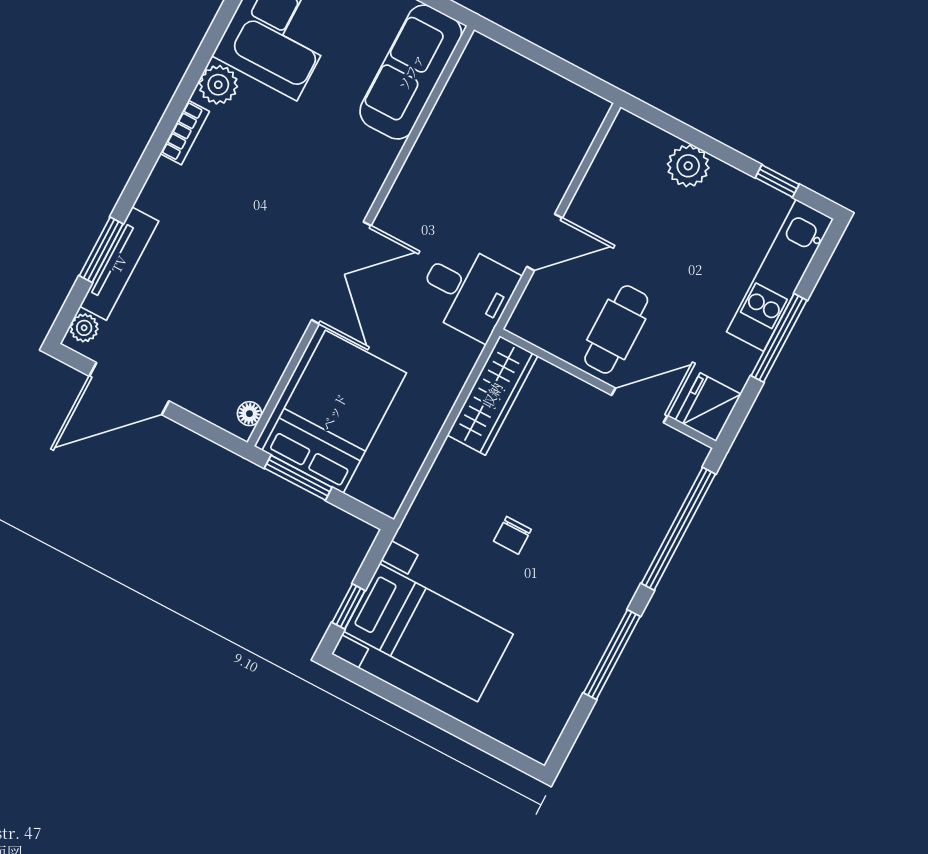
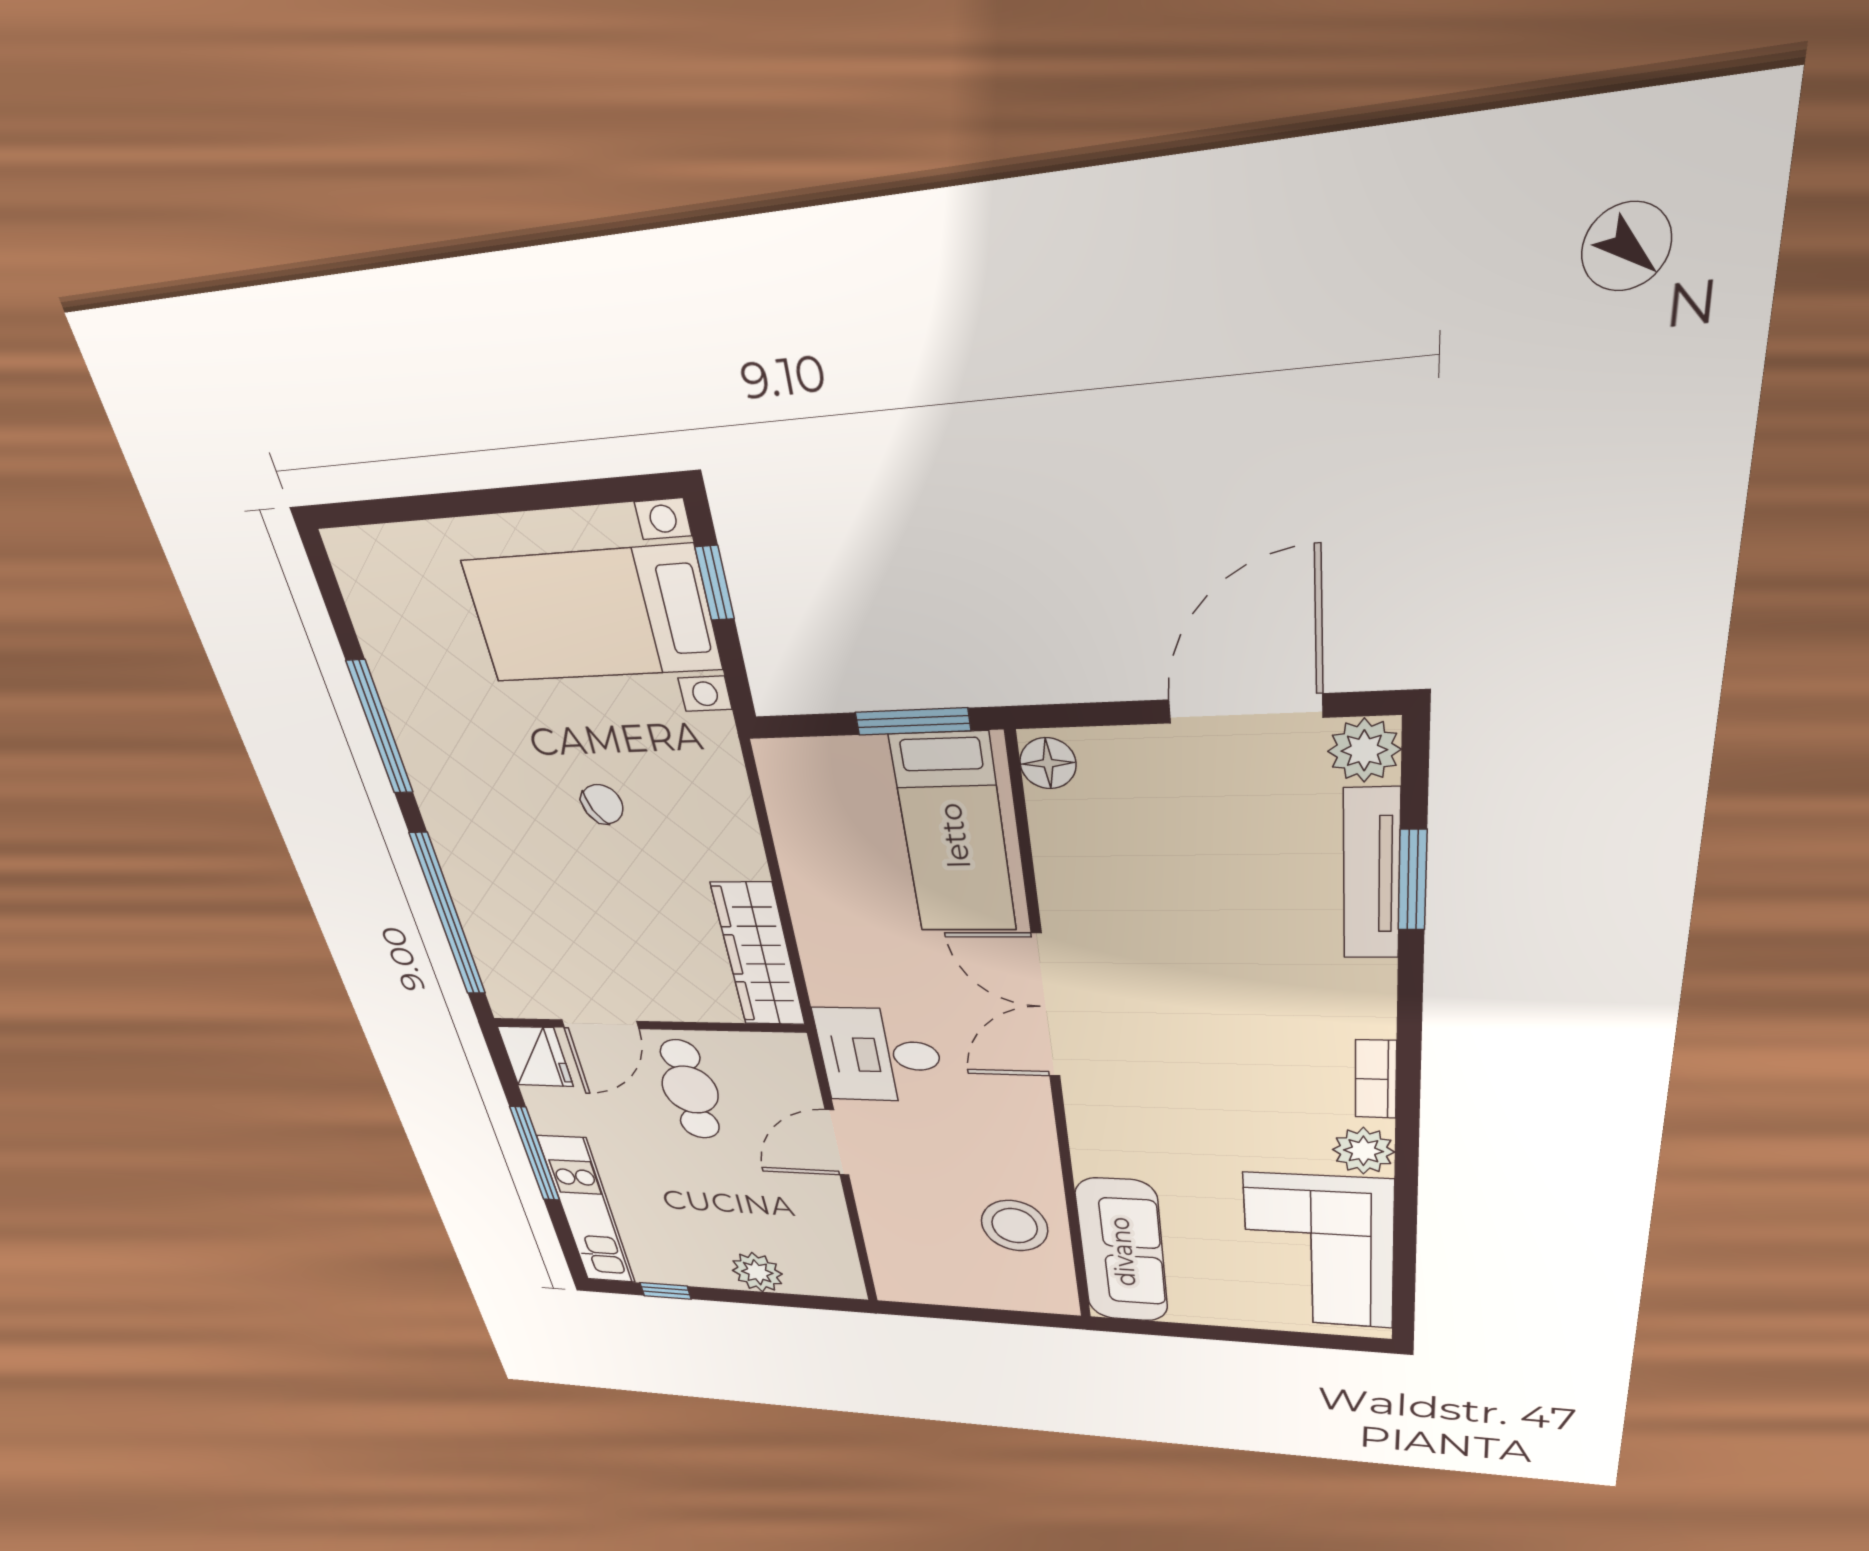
stool: (469, 124) -> (1015, 1226), added
plant: (84, 328) -> (1364, 750), width x1.38, depth x1.38
bed: (334, 412) -> (954, 835), width x0.67
floor lamp: (249, 414) -> (1048, 763), width x1.37, depth x1.37
chair: (512, 535) -> (602, 804), turned 64

